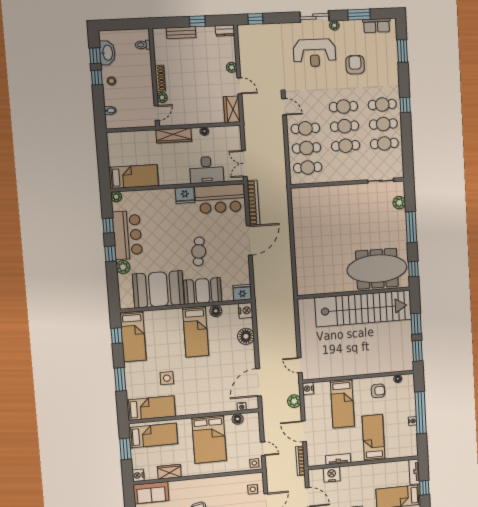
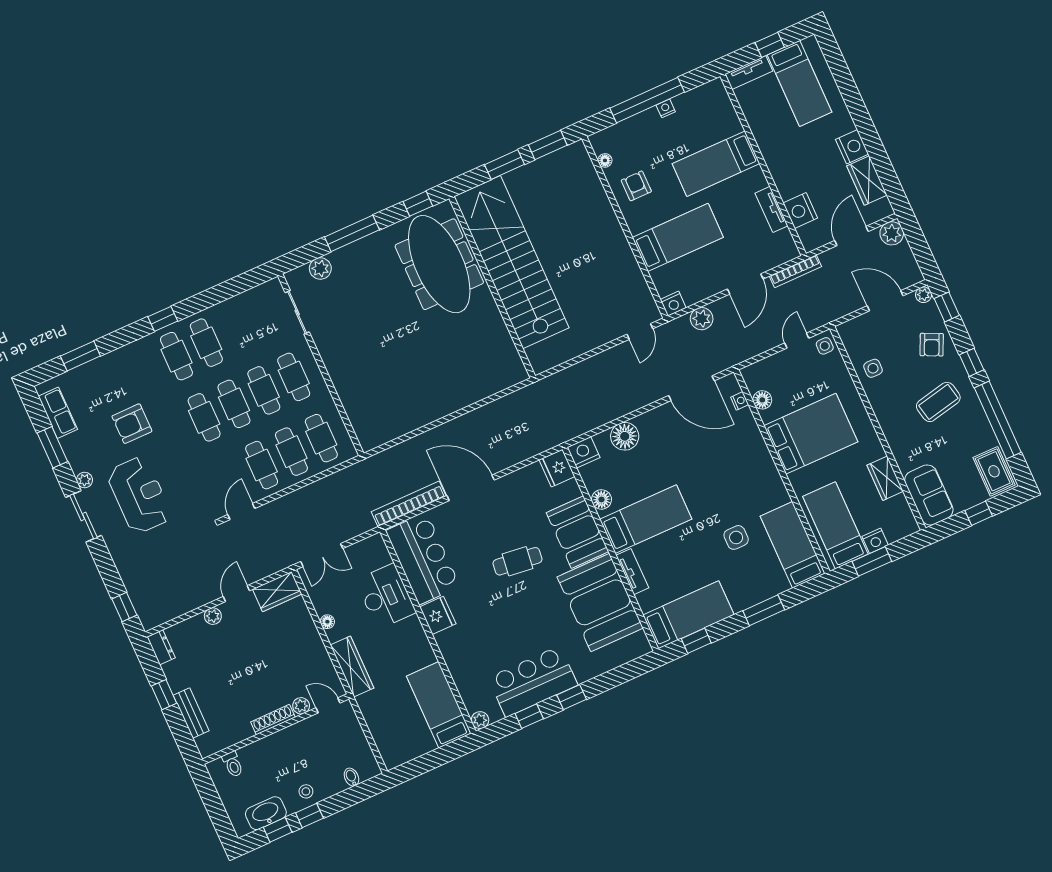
cafe table: (384, 143) -> (294, 377), moved
double door: (244, 164) -> (322, 555), moved
plant: (123, 267) -> (585, 670), removed
tv unit: (169, 314) -> (632, 572), added
nightstand: (138, 475) -> (875, 541), moved
side table: (253, 489) -> (873, 368), moved

